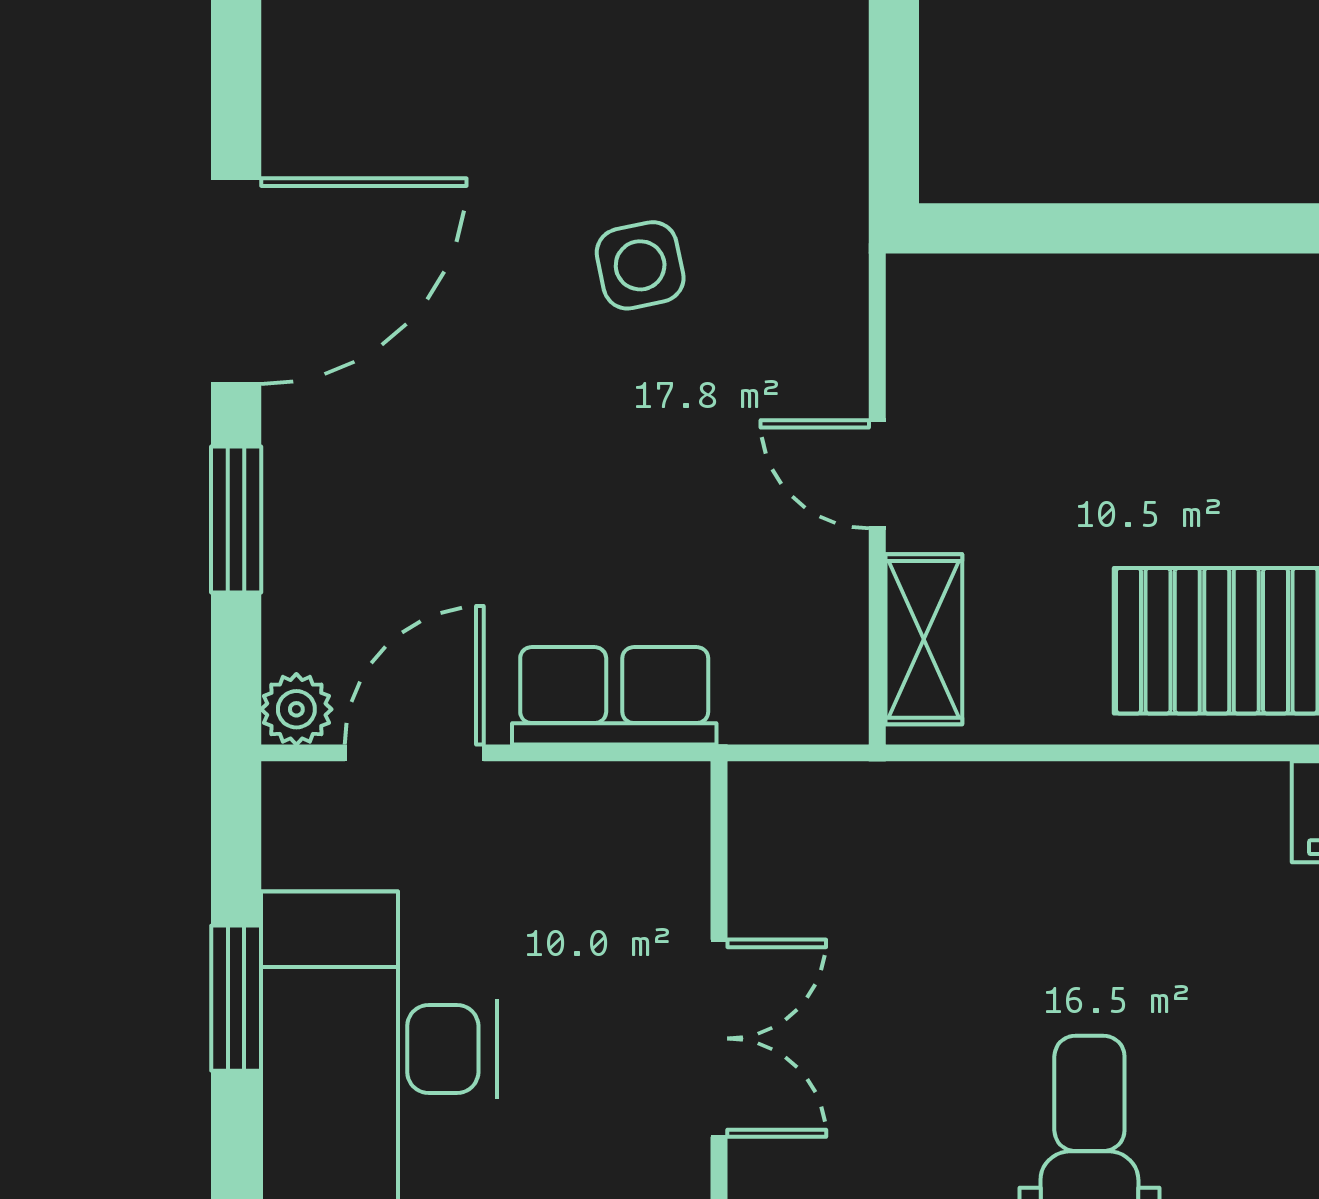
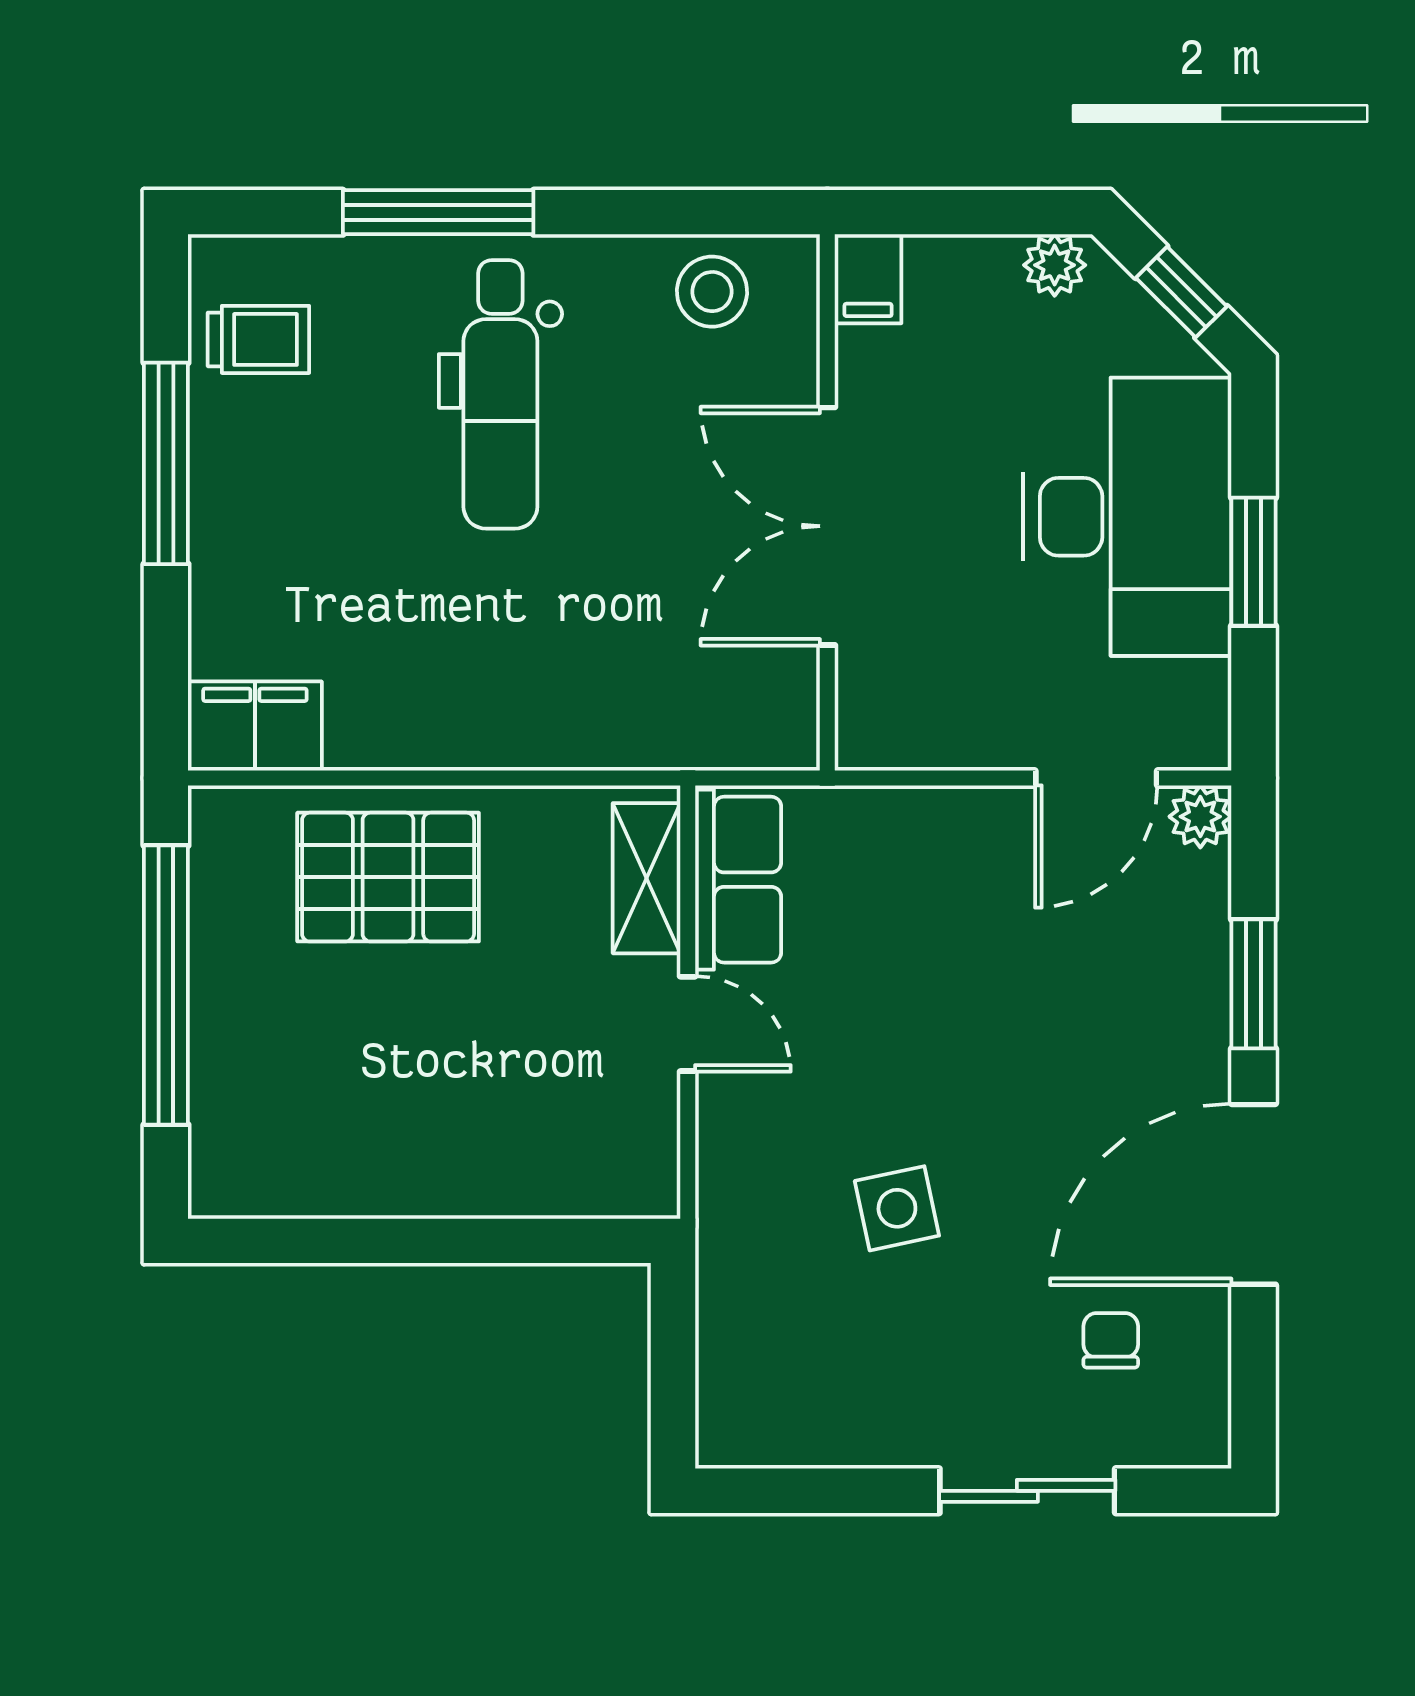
chair: (398, 116) -> (1111, 1340), added
row of seats: (614, 696) -> (738, 880), moved, turned -90
double door: (719, 1038) -> (827, 526), width x1.37

